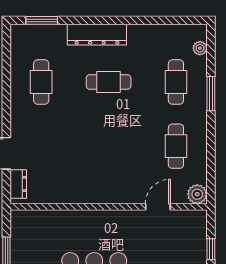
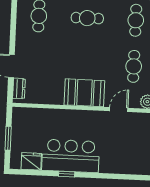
booth: (109, 186) -> (84, 93), added

